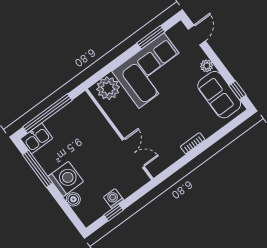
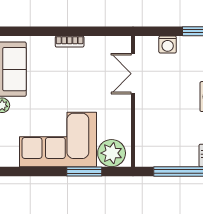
window: (151, 37) -> (84, 172), moved
washing machine: (113, 198) -> (168, 45), moved

